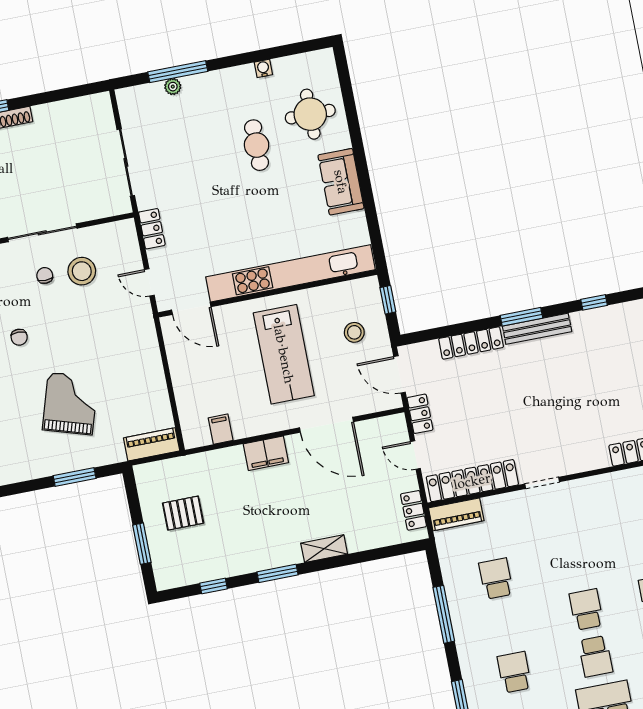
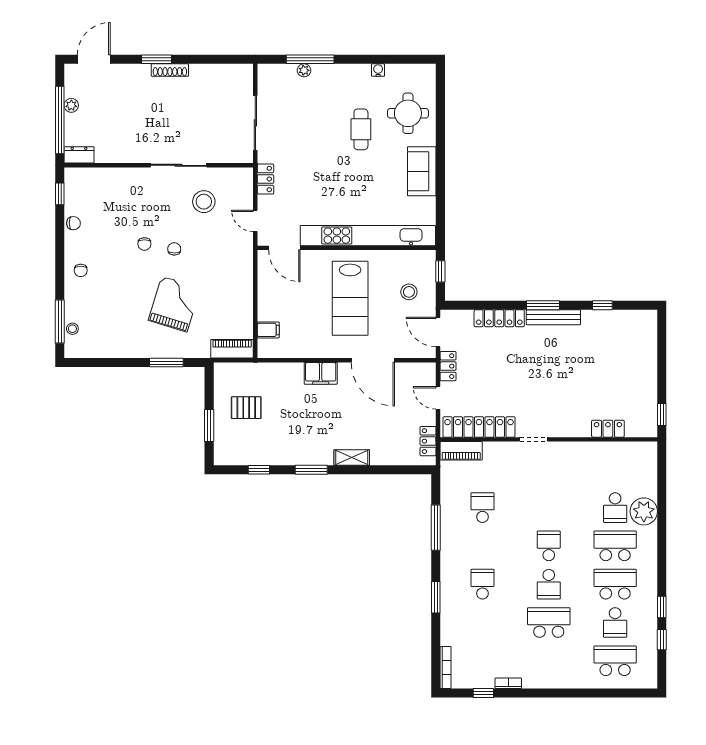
chair: (45, 275) -> (174, 249), moved
filing cabinet: (221, 429) -> (268, 330), moved, turned 90

